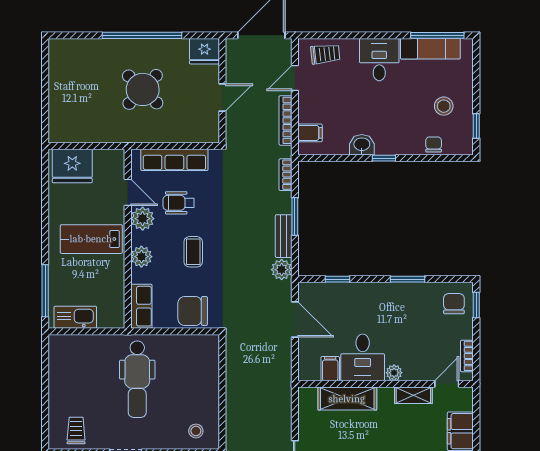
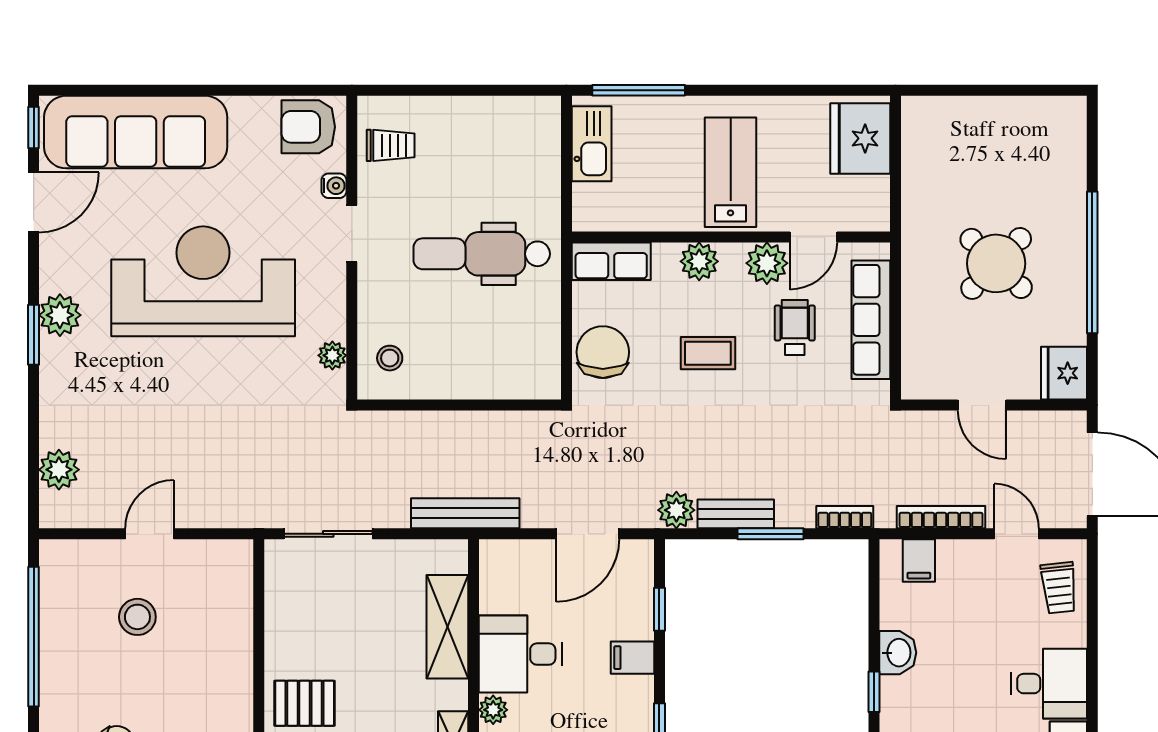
filing cabinet: (330, 369) -> (633, 658), moved, turned 180
bench: (283, 388) -> (465, 513), added

